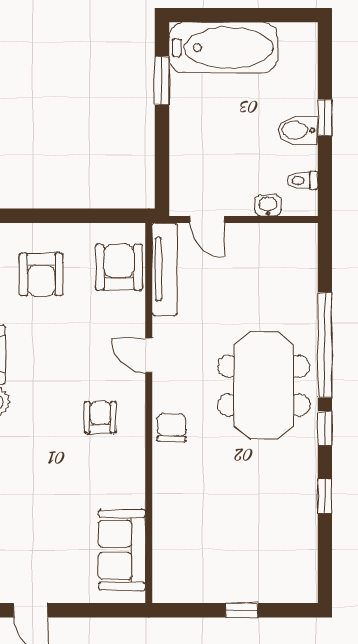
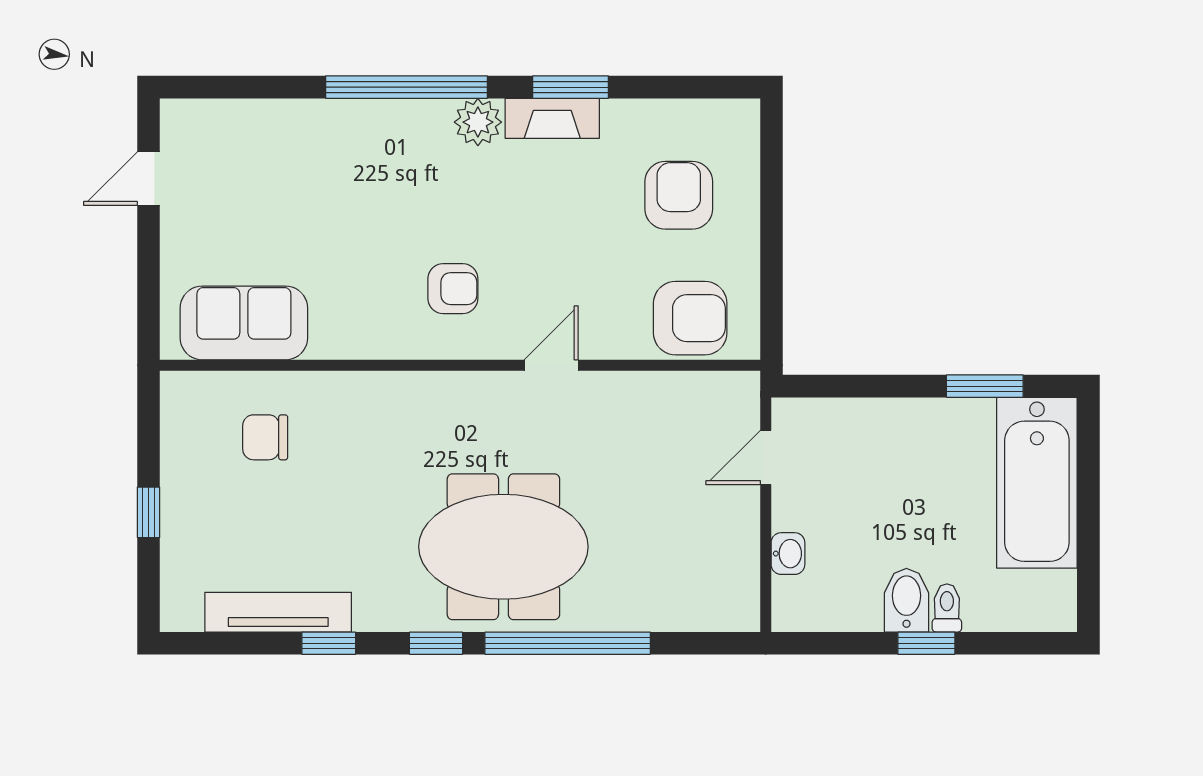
toilet: (303, 180) -> (947, 608), moved
tv unit: (165, 269) -> (278, 612), moved, turned 180
armchair: (41, 275) -> (679, 195), turned 90
chair: (172, 427) -> (265, 437), moved, turned 180

